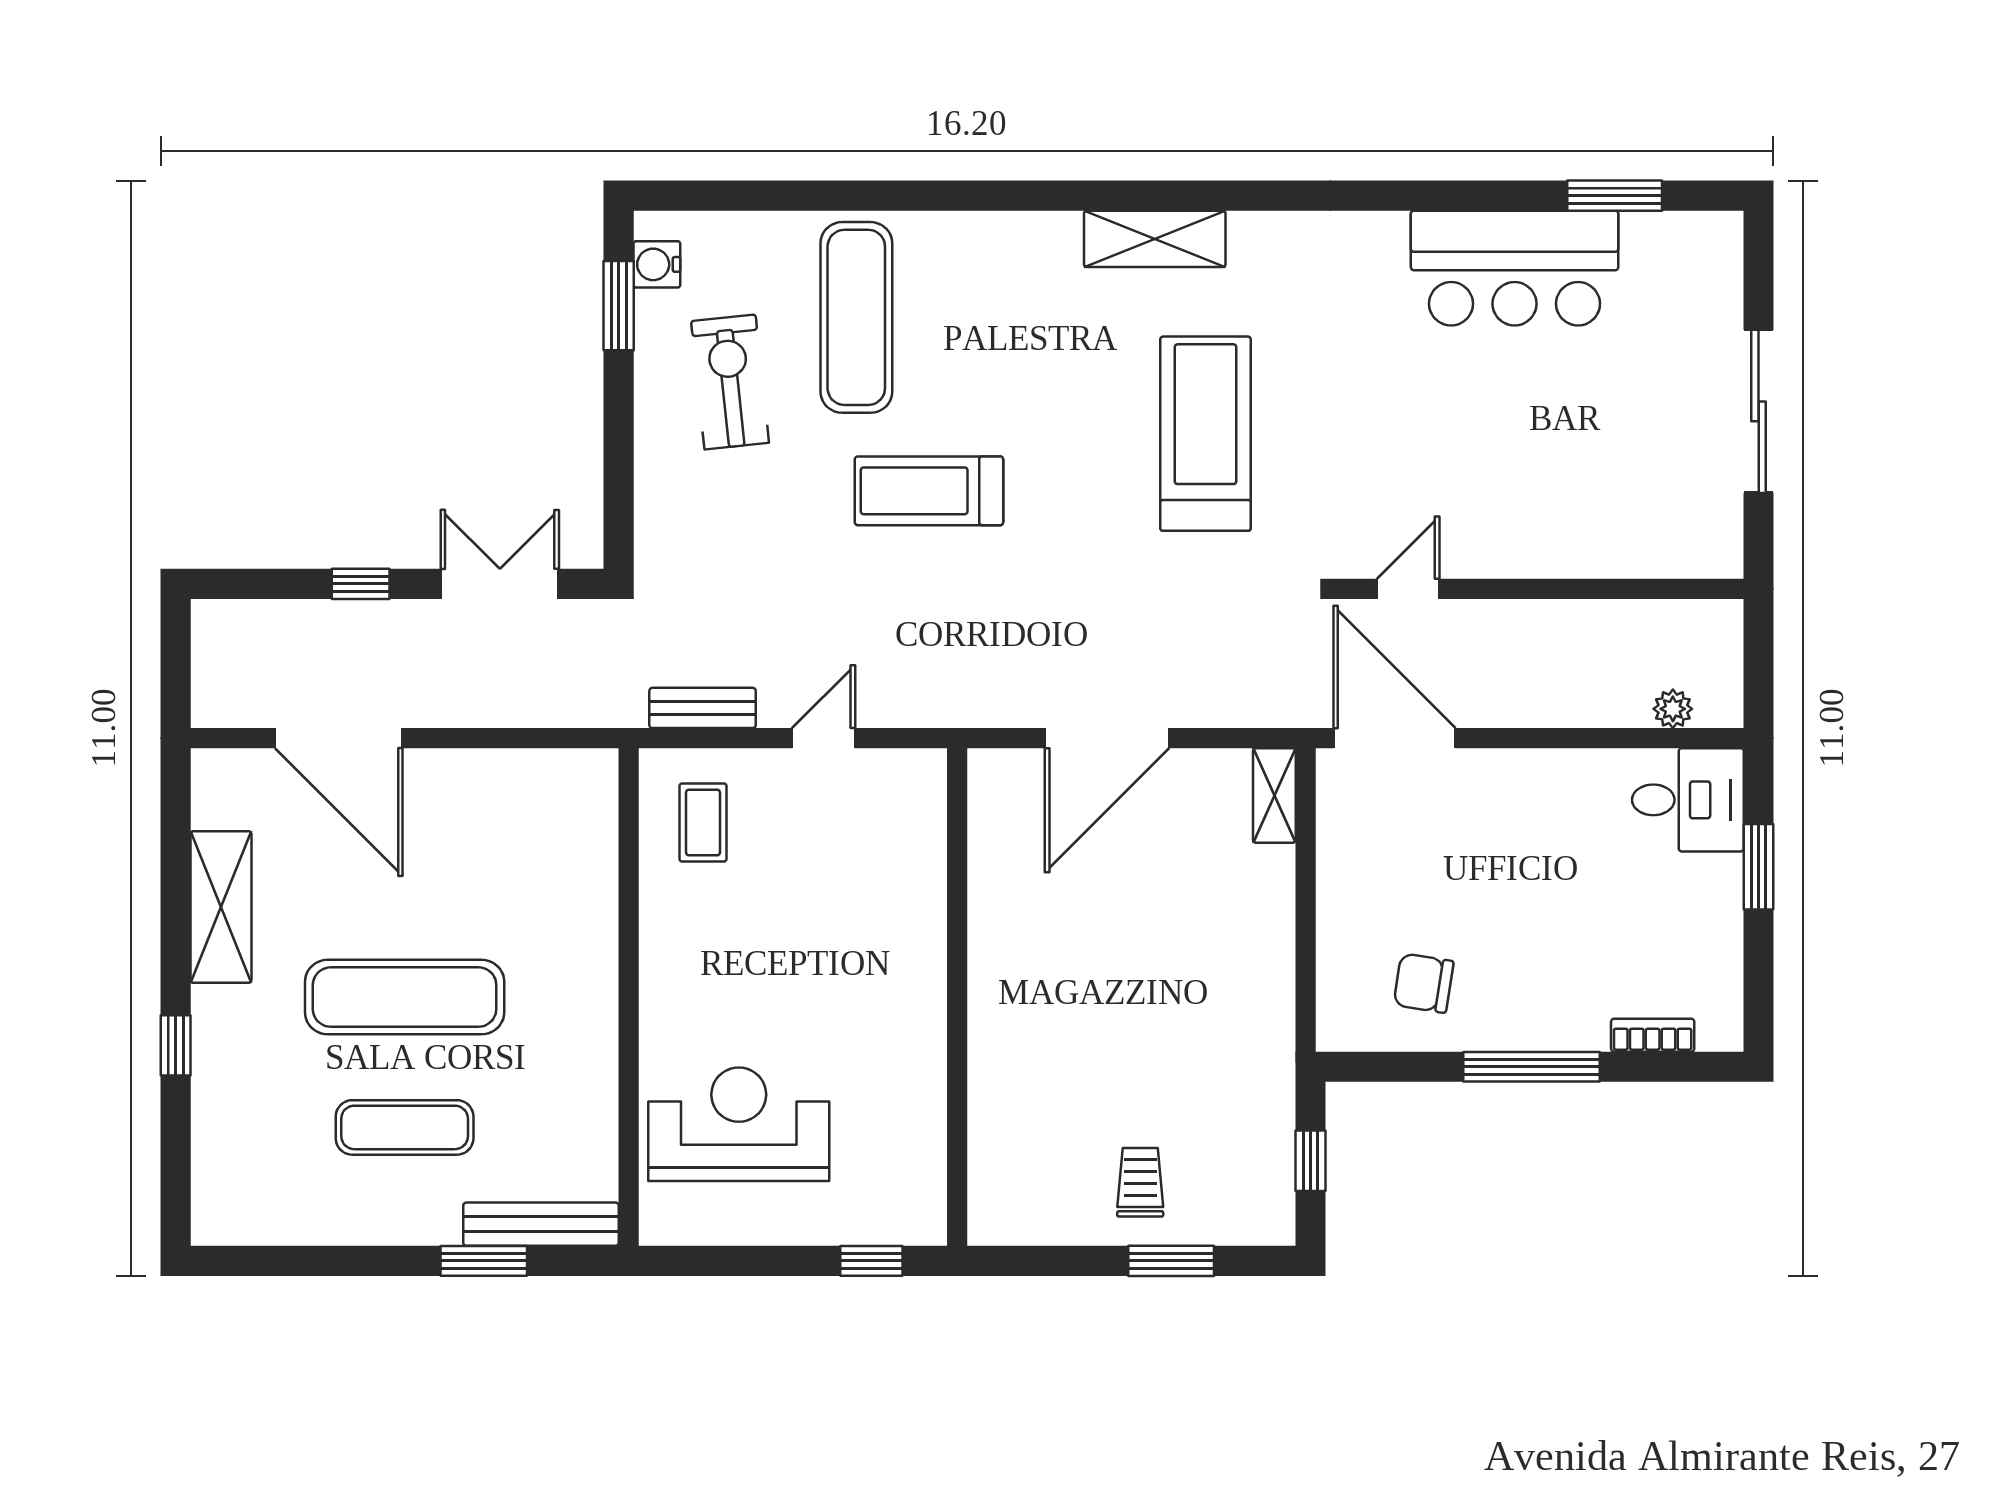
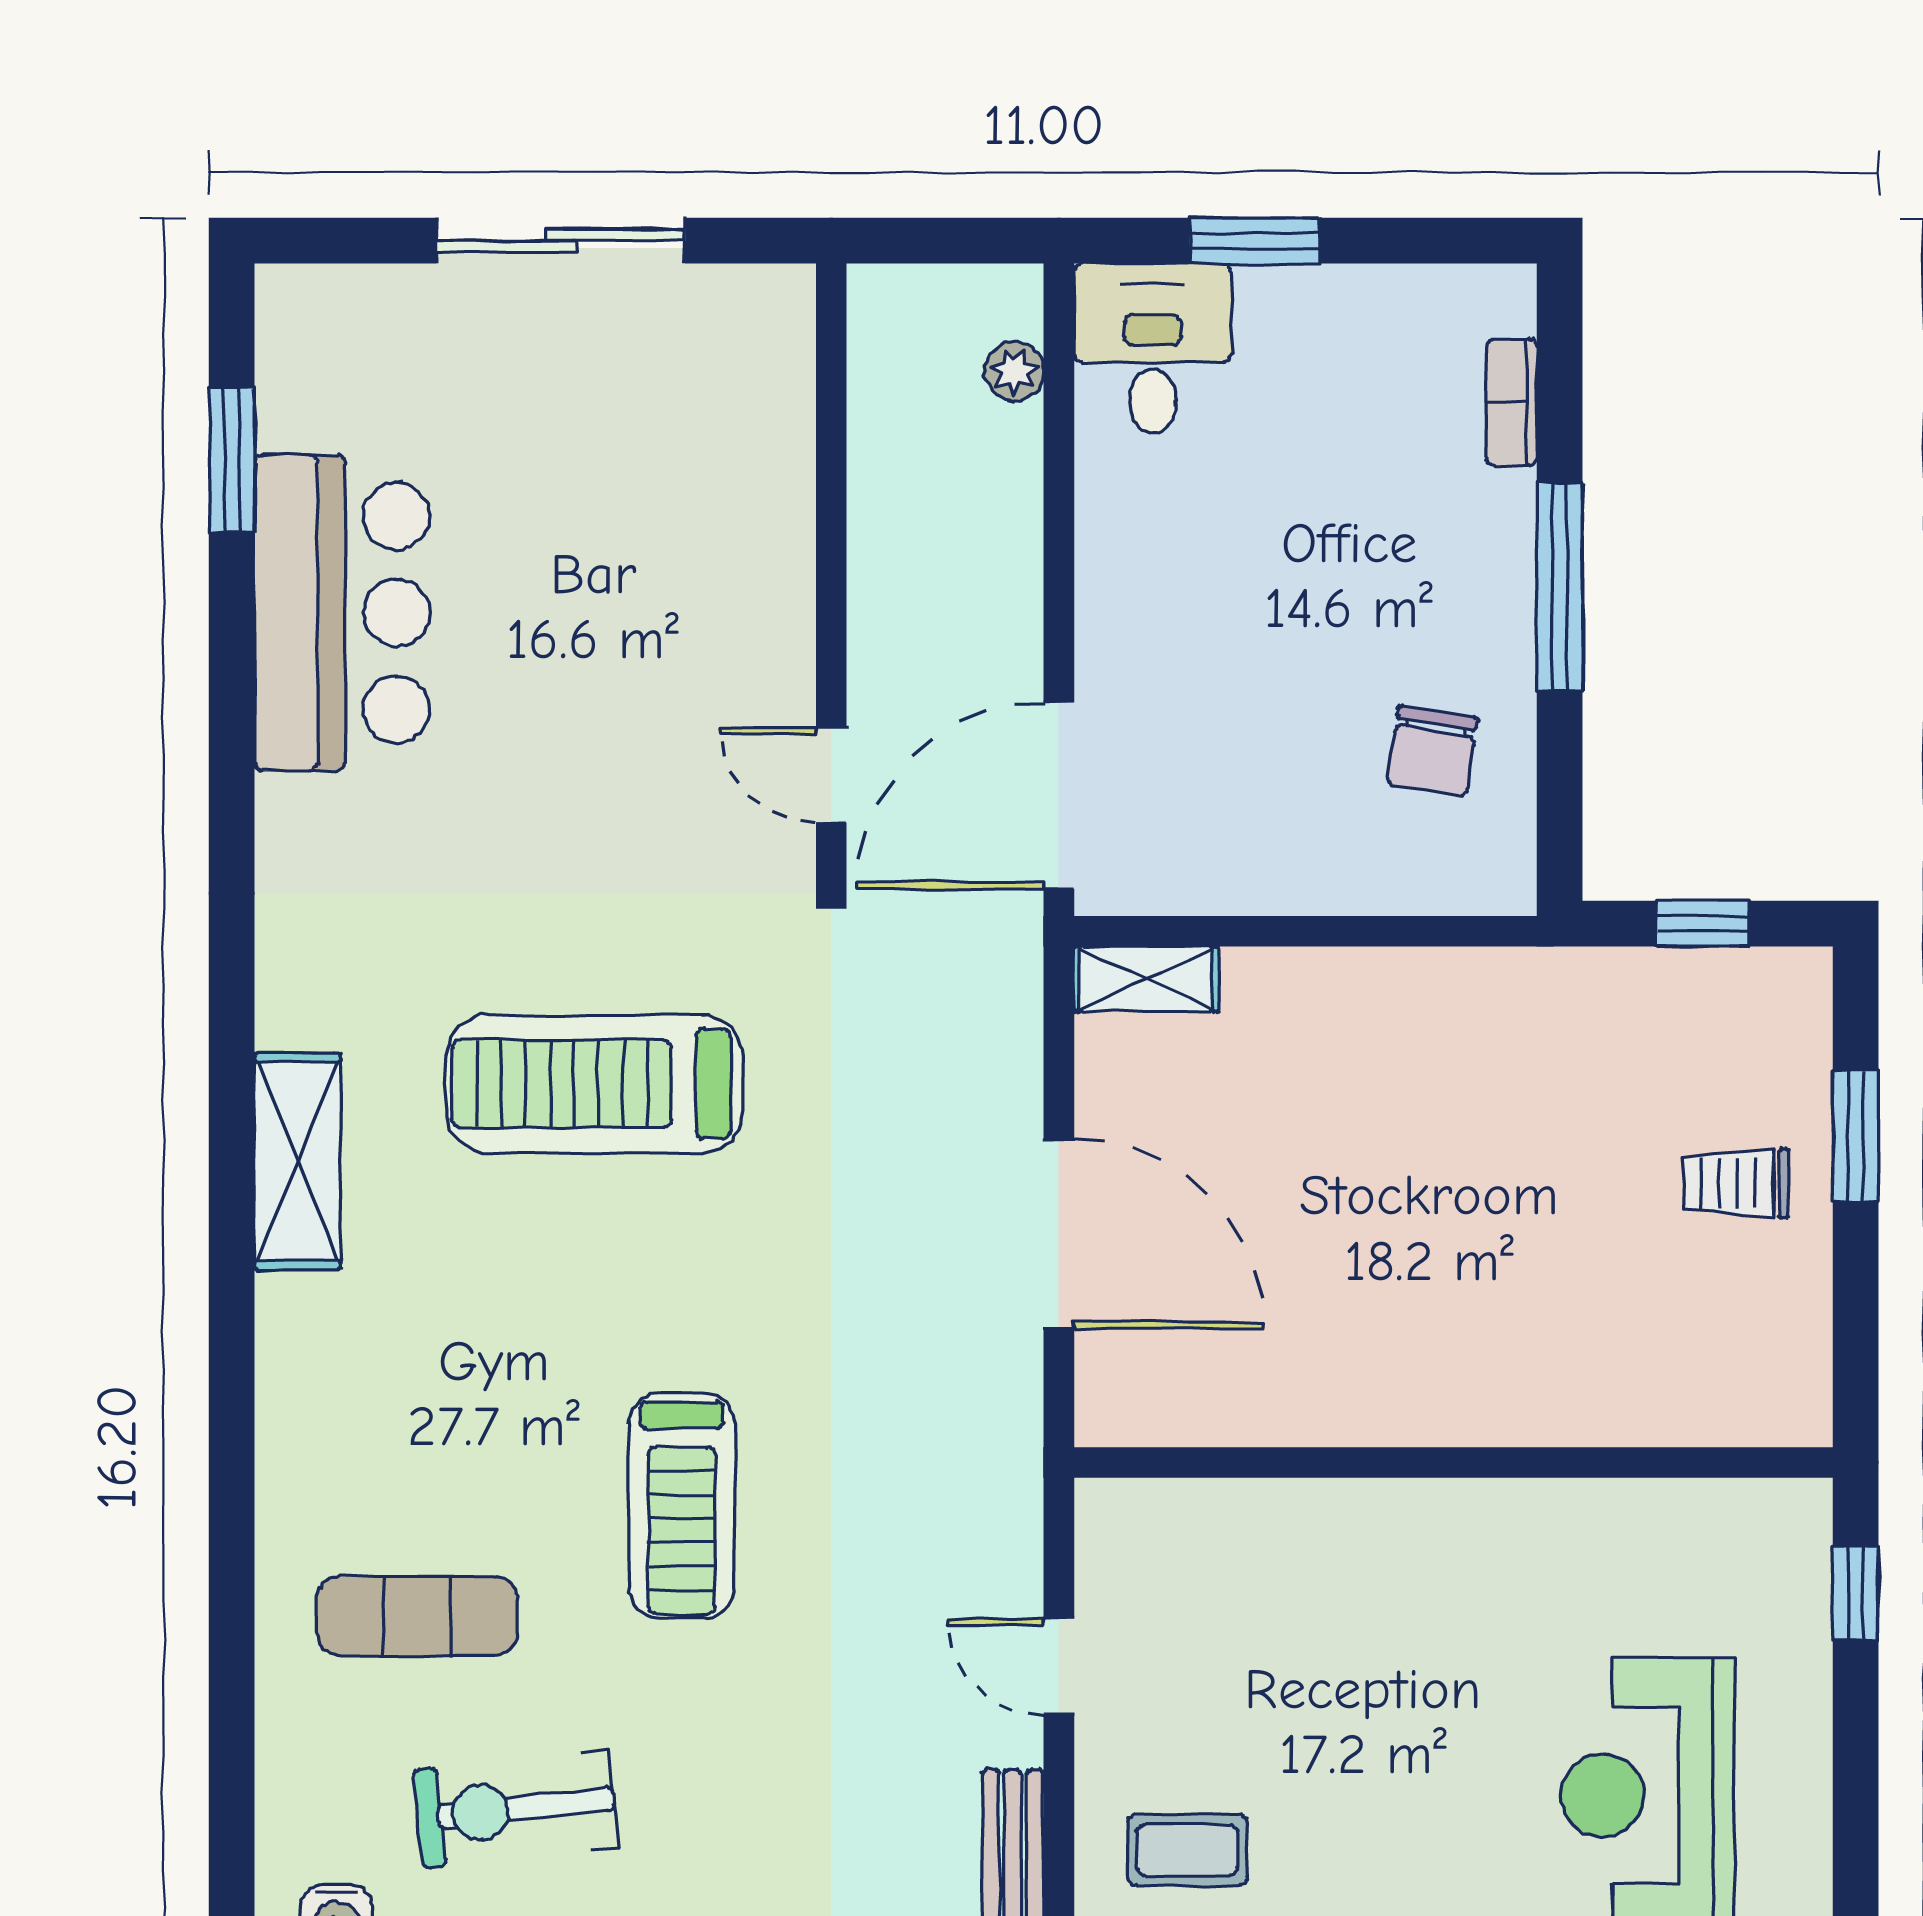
exercise mat: (856, 317) -> (417, 1616), width x0.73, depth x0.69

